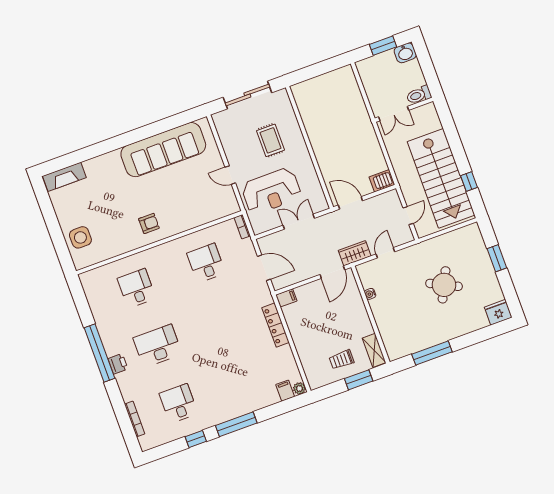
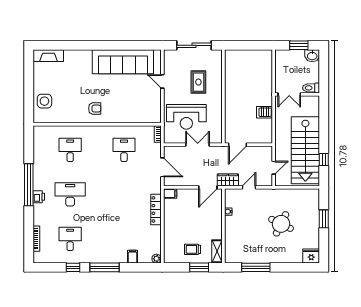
door: (230, 175) -> (162, 81), moved
server rack: (382, 181) -> (264, 112), moved
door: (350, 203) -> (237, 145), swing flipped
filing cabinet: (285, 391) -> (133, 257), moved

